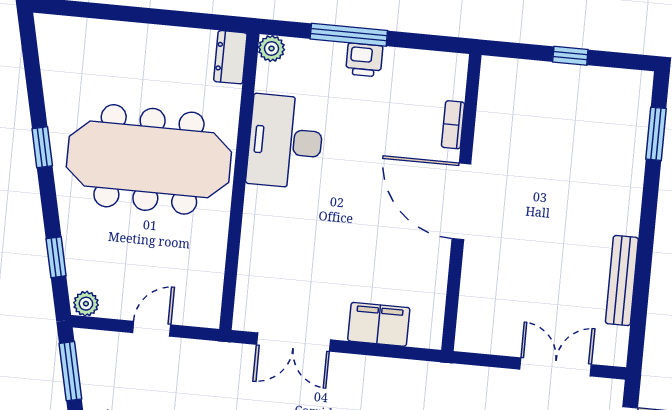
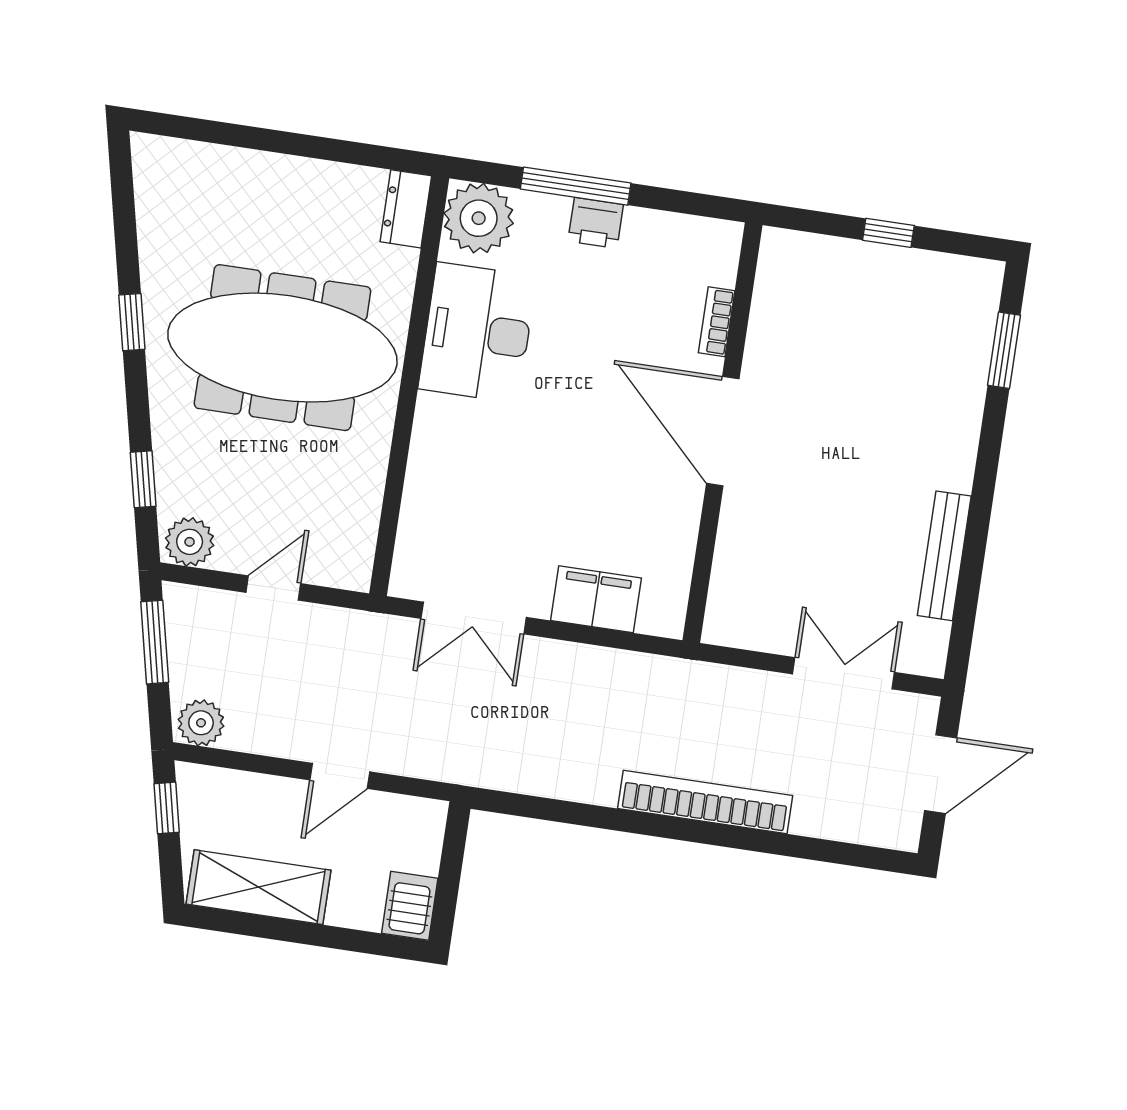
plant: (271, 48) -> (479, 218), width x1.88, depth x1.88
plant: (86, 304) -> (190, 542), width x1.38, depth x1.38

